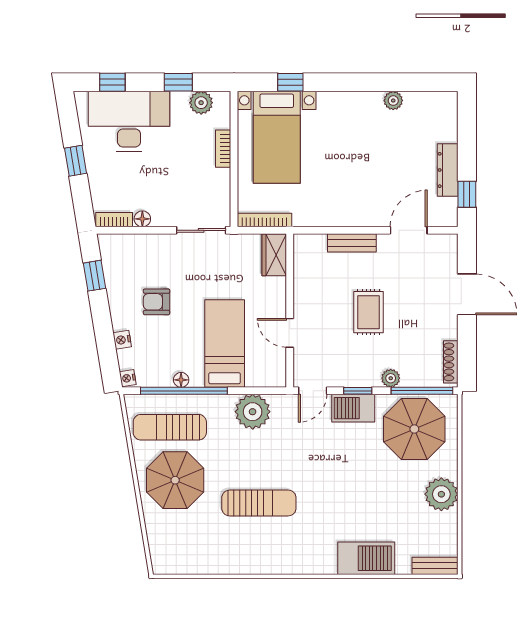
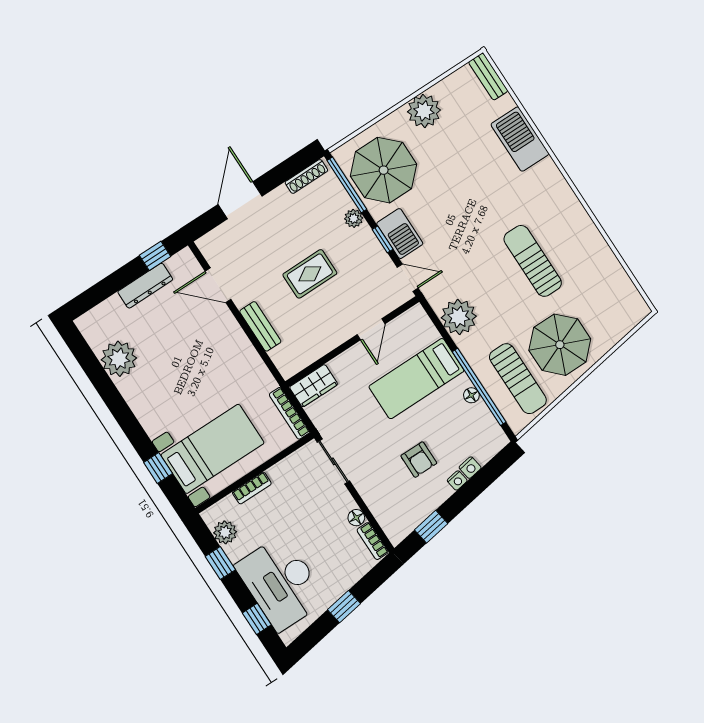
plant: (393, 101) -> (119, 359), width x1.88, depth x1.88
nightstand: (128, 378) -> (457, 480), moved

